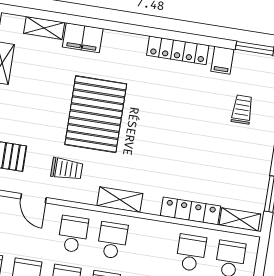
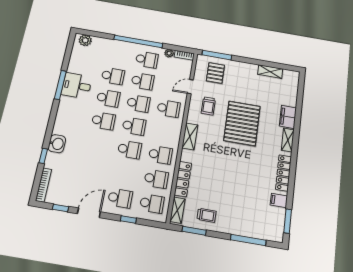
shelving: (44, 28) -> (288, 140), moved
trolley: (242, 109) -> (207, 215), moved
pallet: (96, 114) -> (242, 123), turned 90
school desk: (112, 240) -> (160, 155), moved

